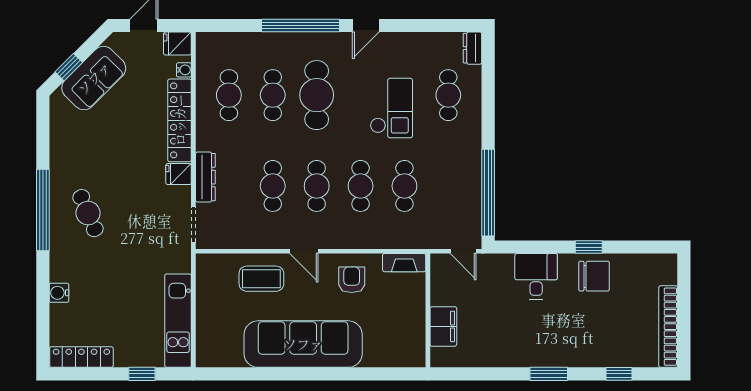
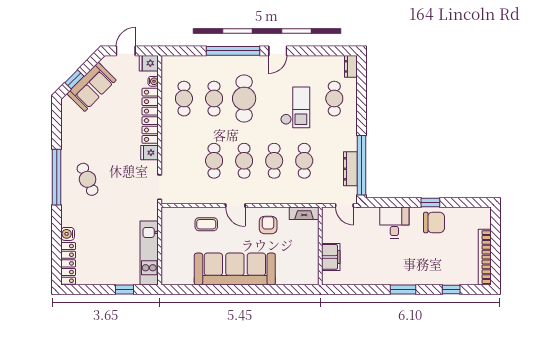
dresser: (205, 177) -> (350, 169), moved, turned 180
coffee table: (261, 279) -> (206, 224), width x0.73, depth x0.77
locker: (81, 357) -> (68, 263), moved, turned 90

